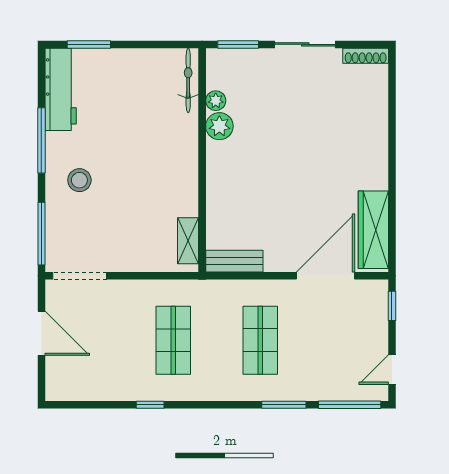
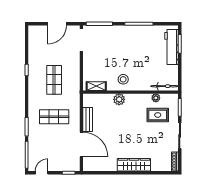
workbench: (61, 89) -> (172, 47), moved, turned 90
rug: (256, 96) -> (158, 115), added
plant: (219, 126) -> (119, 99), moved
stool: (79, 180) -> (123, 79), moved
wardrobe: (373, 230) -> (134, 165), moved
bench: (234, 261) -> (88, 120), moved
shop shelf: (173, 340) -> (54, 80), turned 90
door: (392, 370) -> (42, 173), hinge flipped

